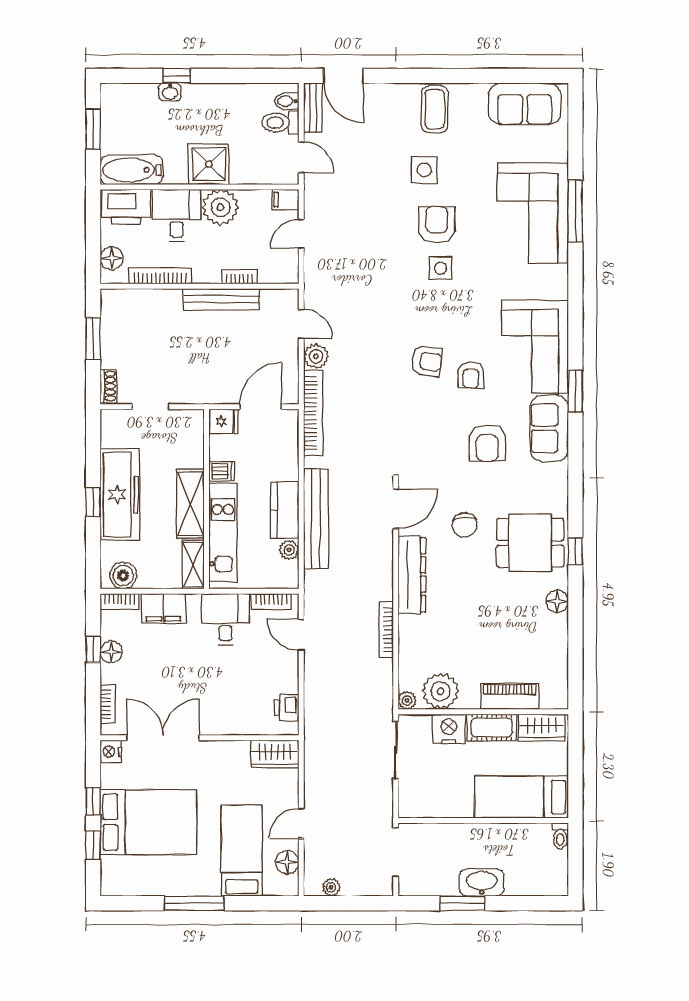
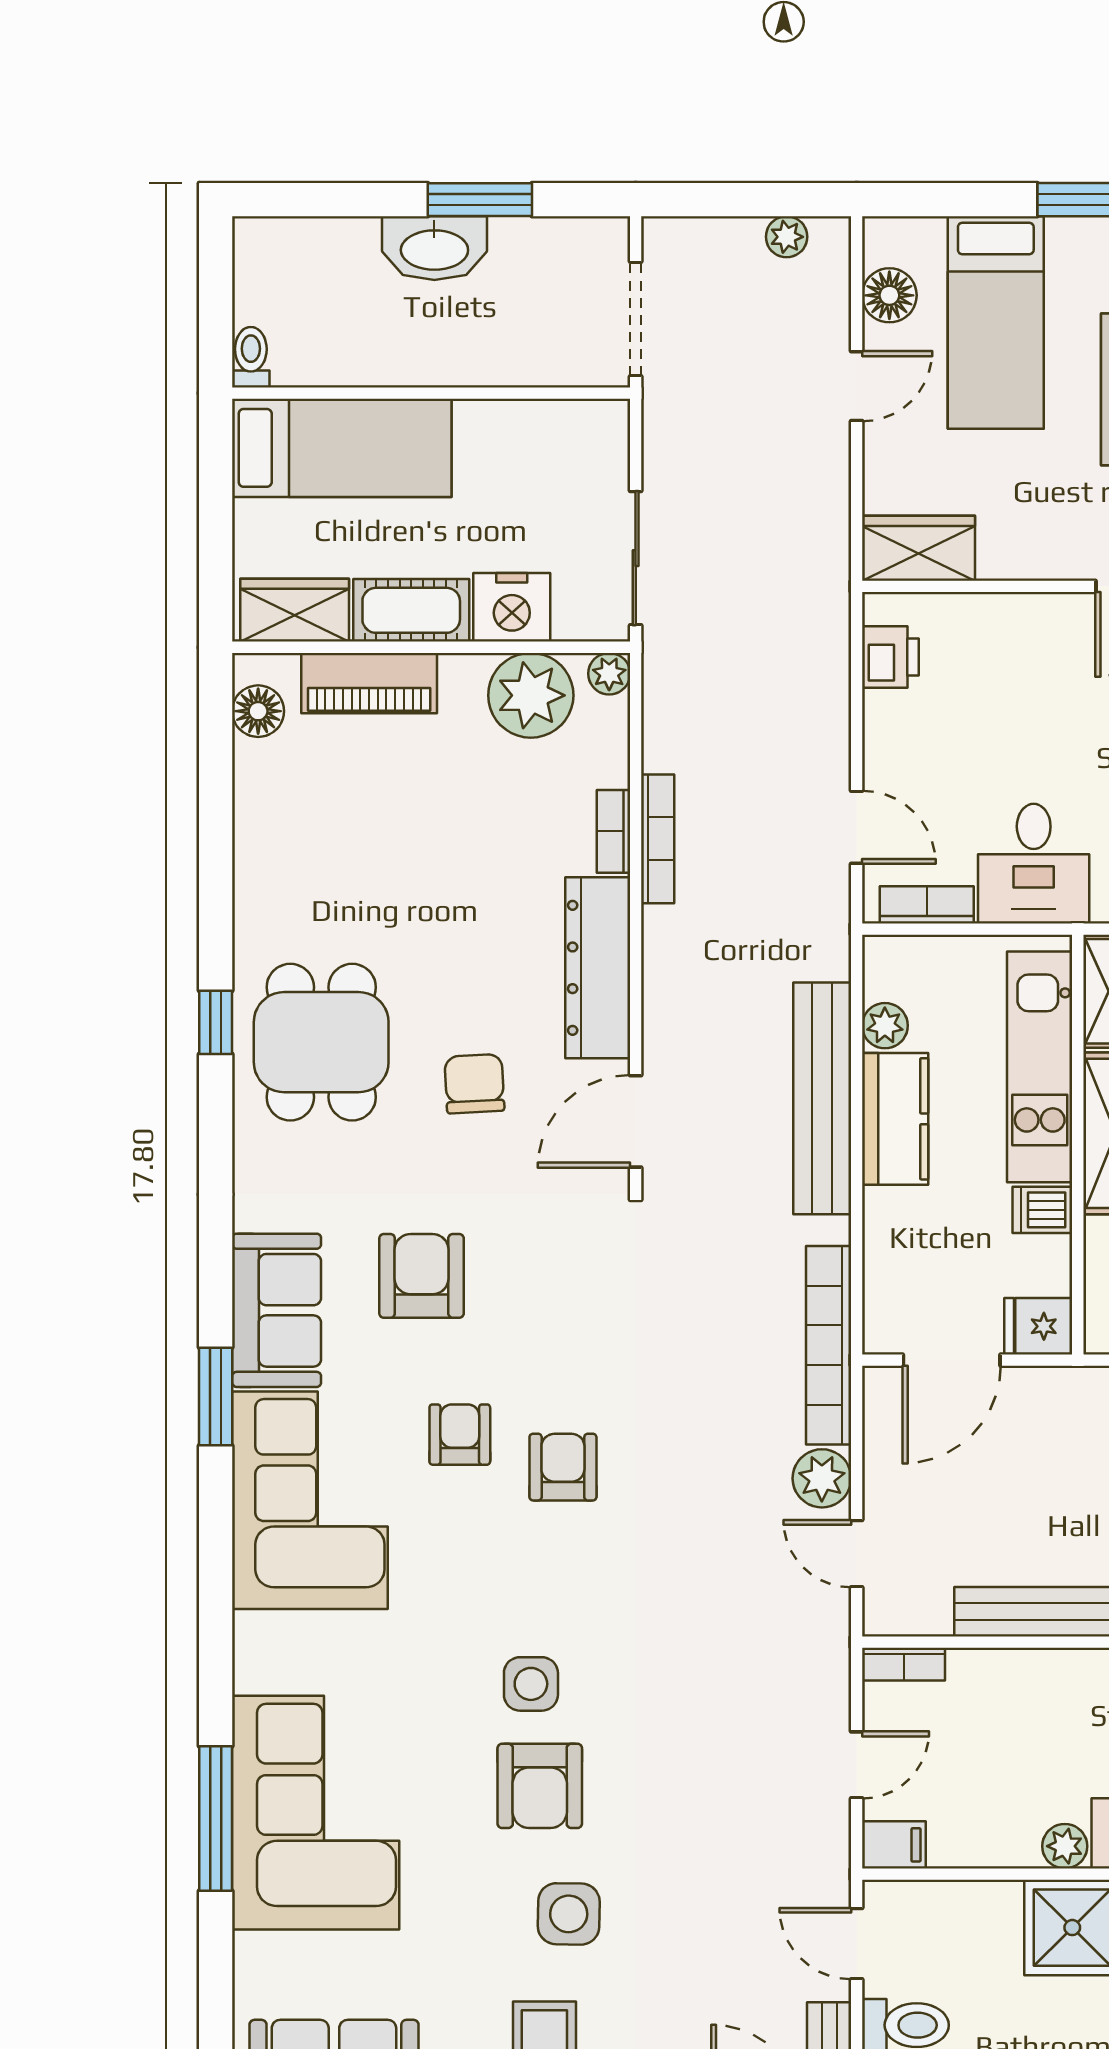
plant: (221, 207) -> (1065, 1846), width x0.53, depth x0.53
bookcase: (239, 277) -> (904, 1664), moved
armchair: (427, 361) -> (563, 1467), turned 82
dining table: (530, 543) -> (321, 1042), turned 90
floor lamp: (557, 601) -> (258, 711), moved
bookcase: (405, 633) -> (614, 831), added

